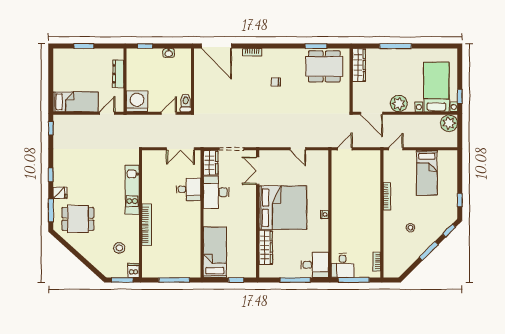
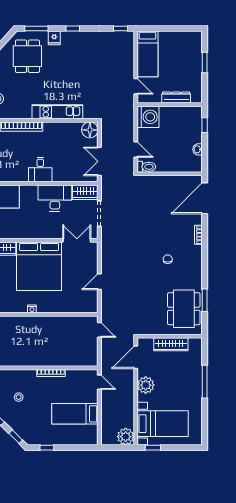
wardrobe: (359, 65) -> (171, 344), moved
floor lamp: (150, 158) -> (90, 130), added
desk: (188, 189) -> (40, 170), moved

